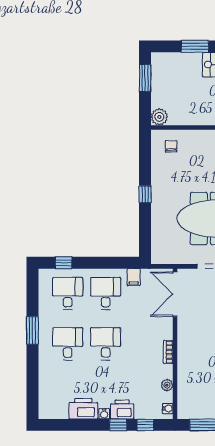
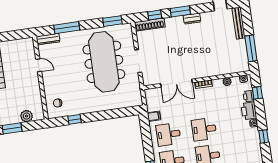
plant: (159, 117) -> (27, 116), moved
window: (145, 194) -> (75, 119), moved
double door: (175, 294) -> (176, 83), moved
printer: (83, 409) -> (249, 96), moved, width x0.53, depth x0.68
window: (118, 425) -> (264, 136), moved

